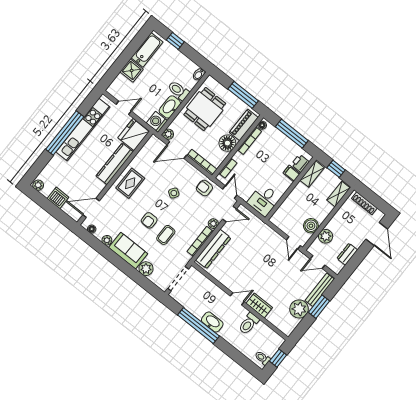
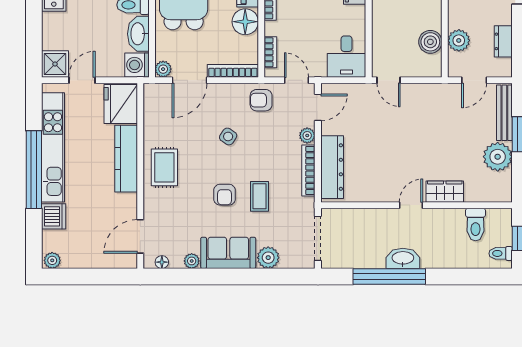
shower: (132, 71) -> (55, 64), moved
dishwasher: (58, 198) -> (54, 216), moved, turned 90
door: (293, 243) -> (389, 80), moved
toilet: (249, 324) -> (476, 225), moved

